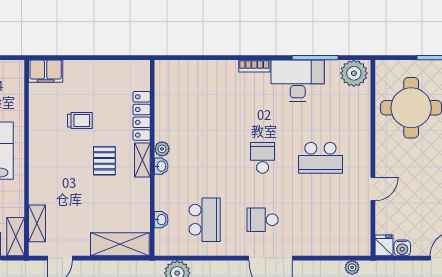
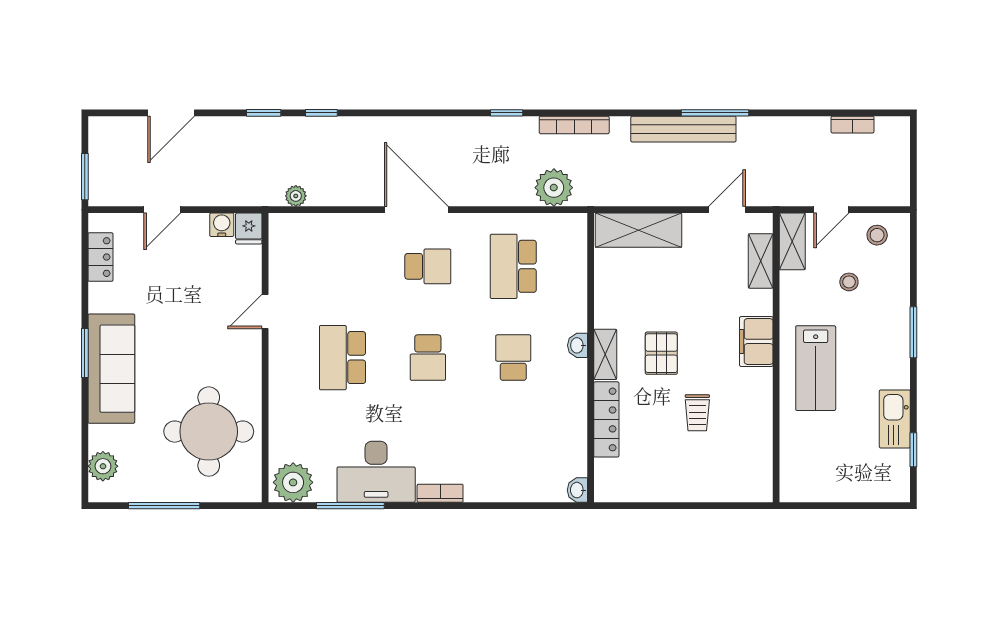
filing cabinet: (46, 71) -> (756, 341), moved, turned -90
trolley: (80, 121) -> (697, 413), turned -90
plant: (162, 149) -> (576, 371), removed
school desk: (205, 158) -> (513, 358), added
school desk: (320, 158) -> (342, 358), turned -90
washbasin: (161, 220) -> (577, 490), moved

